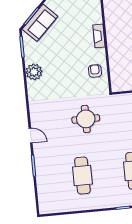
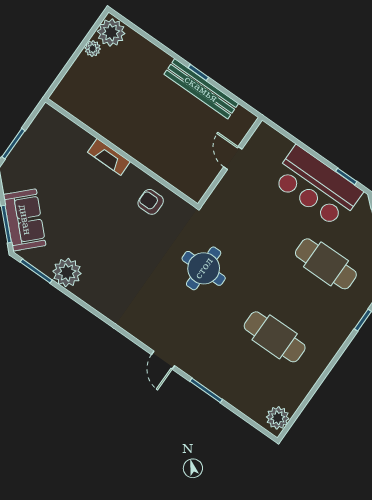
plant: (34, 72) -> (67, 272), moved
door: (31, 135) -> (163, 360), swing flipped
plant: (48, 207) -> (278, 418), added

